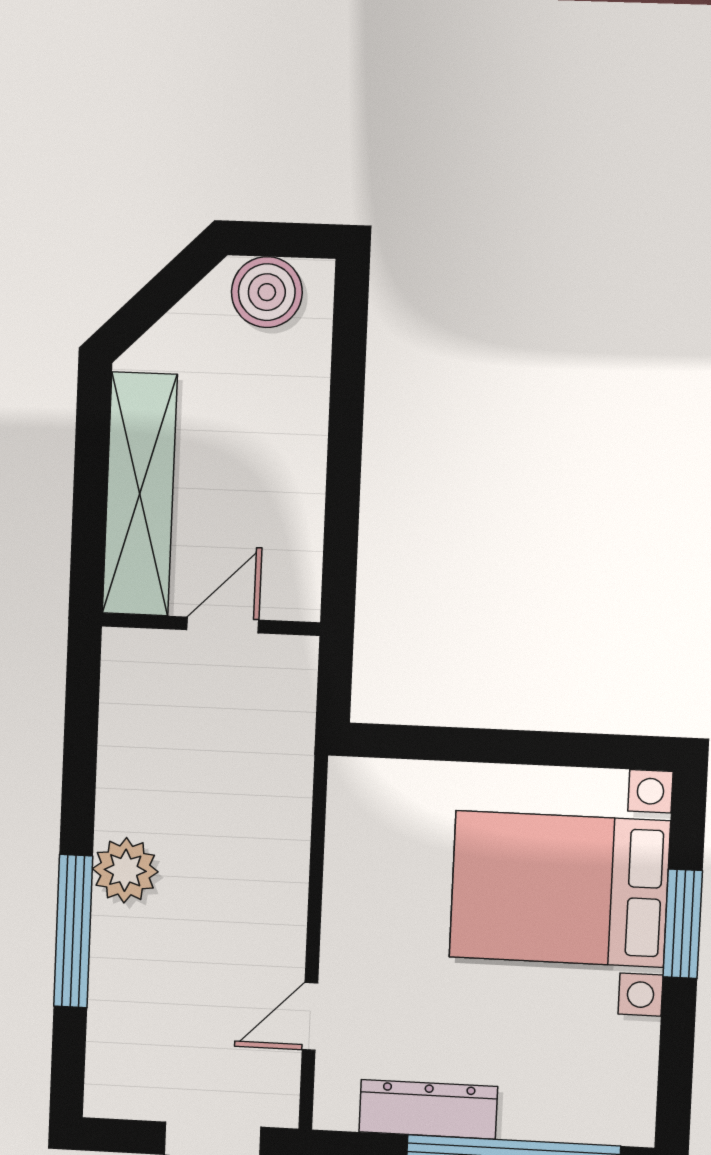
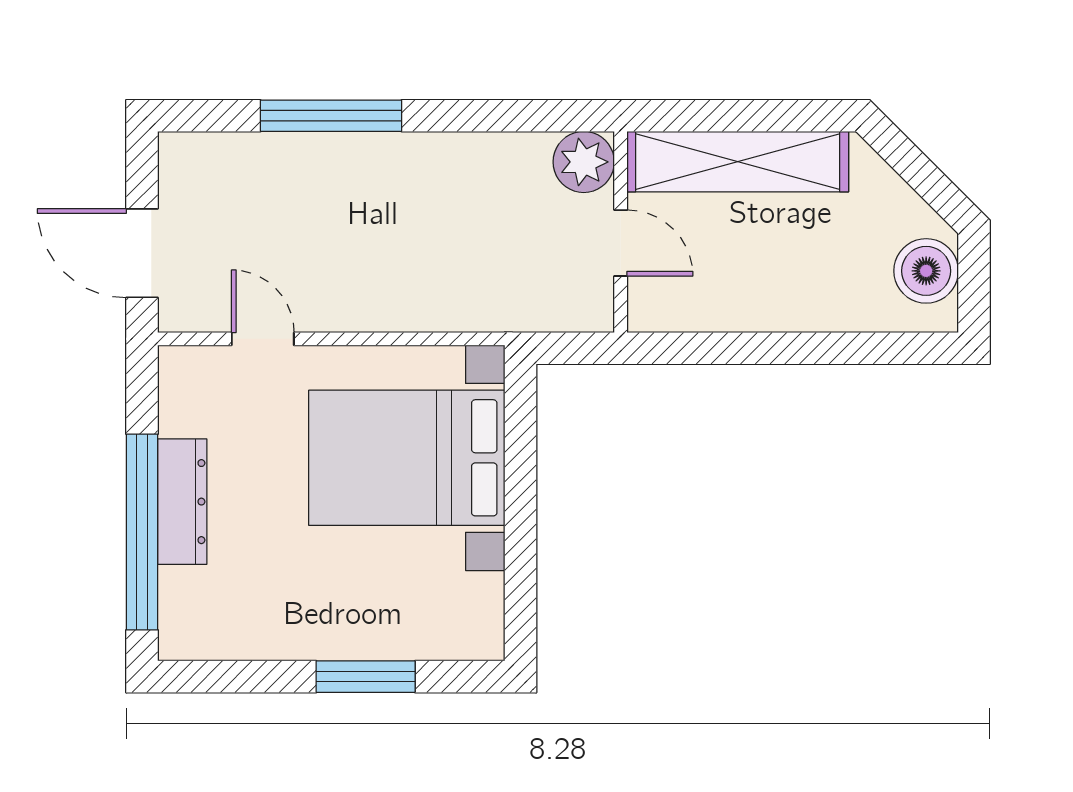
plant: (125, 870) -> (584, 162), moved
bed with nightstands: (560, 889) -> (407, 458), moved, turned -90
dresser: (428, 1109) -> (182, 502), moved

